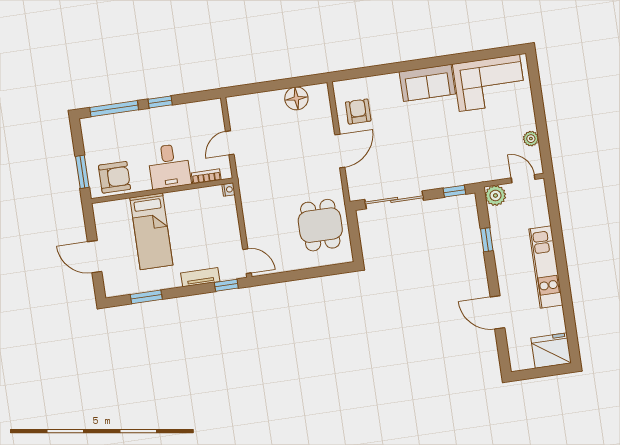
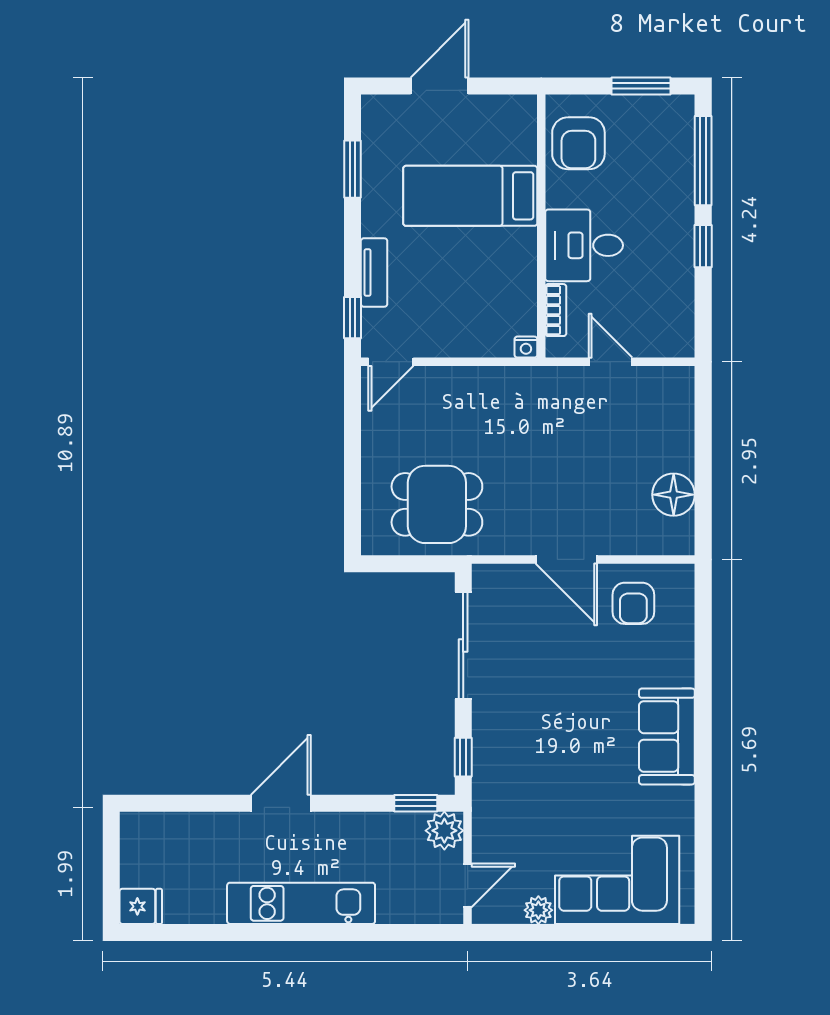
corner sofa: (489, 83) -> (617, 880), moved, turned 90
armchair: (358, 111) -> (633, 603), turned 90
window: (82, 172) -> (641, 86), moved
window: (487, 240) -> (416, 803), moved
door: (497, 312) -> (281, 803), moved
fridge: (551, 350) -> (141, 906), width x0.53, depth x0.75

